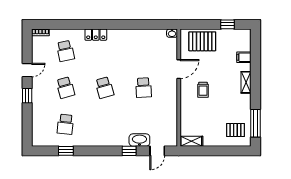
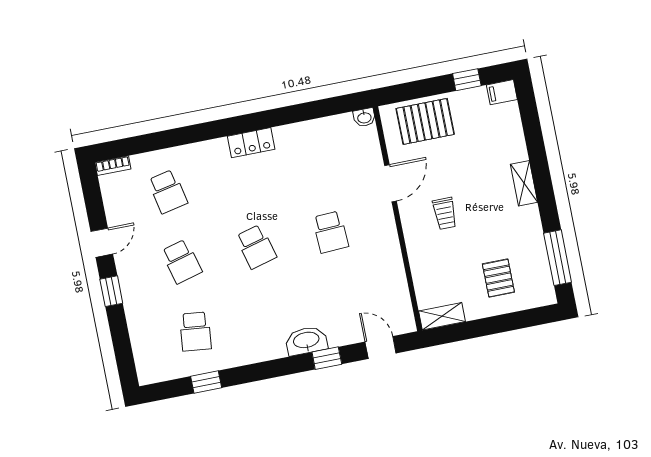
locker: (96, 35) -> (251, 143), moved
filing cabinet: (244, 57) -> (502, 92), moved
pallet: (235, 130) -> (498, 278), moved, turned 90
washbasin: (139, 140) -> (306, 341), moved
door: (157, 151) -> (381, 347), swing flipped

